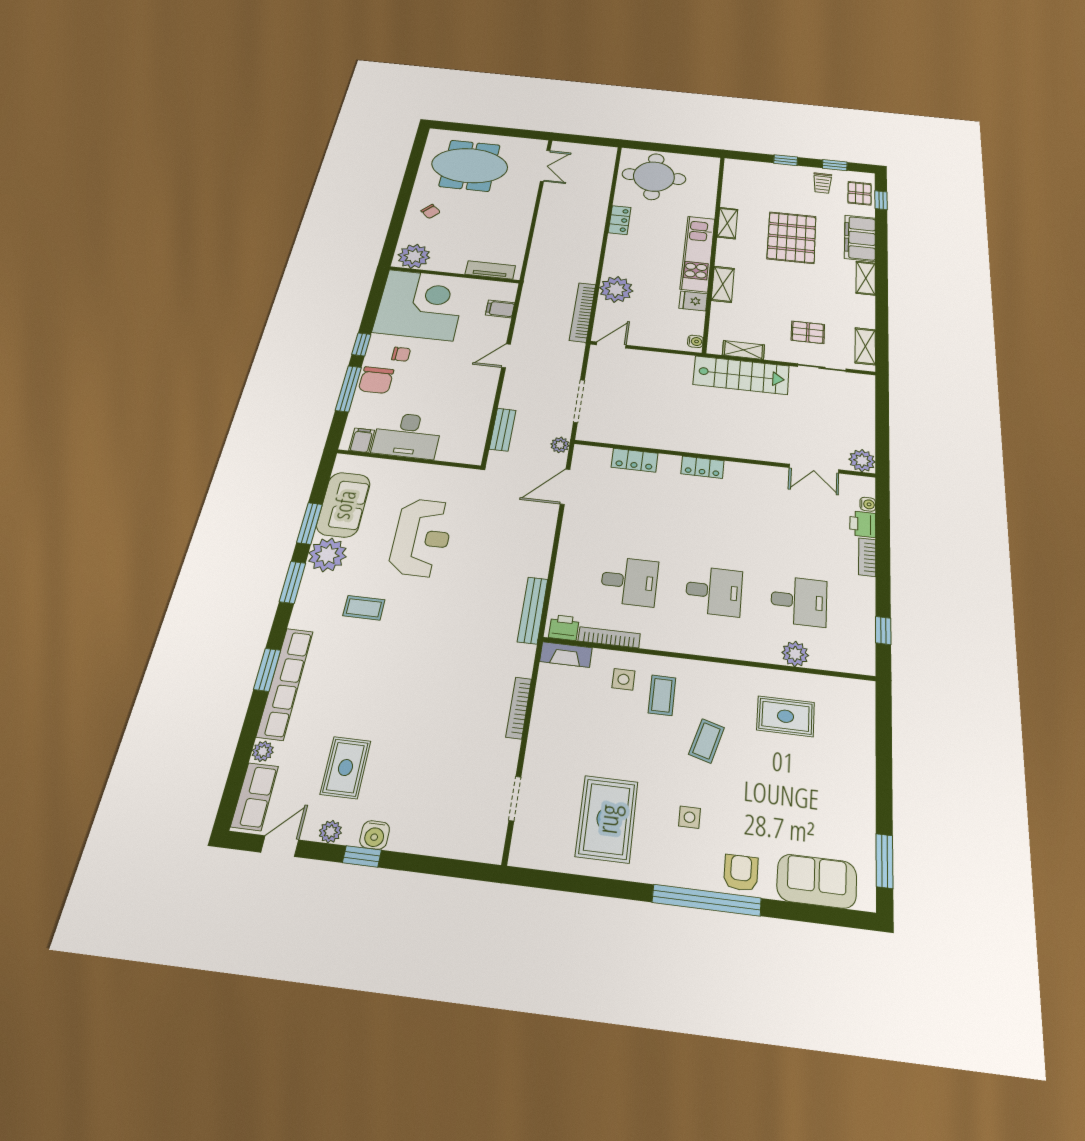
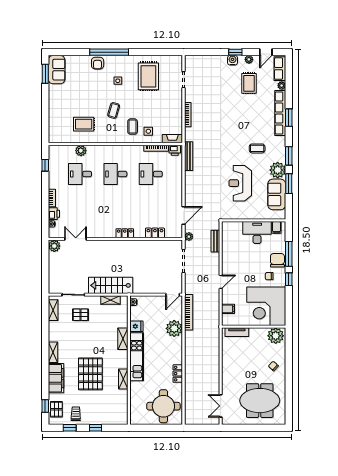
sofa: (817, 881) -> (57, 70), moved, turned -90

